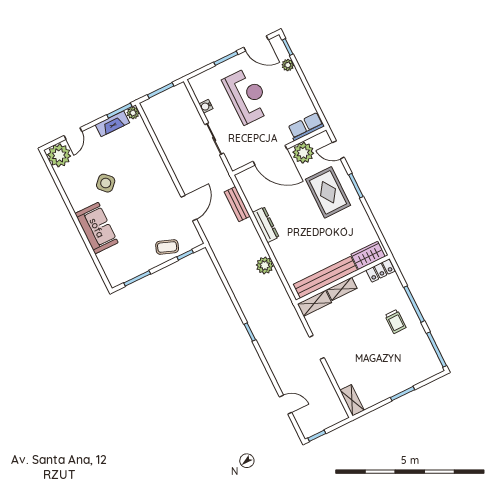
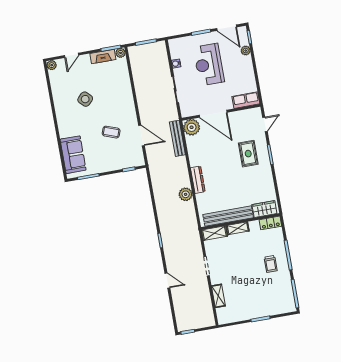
reception desk: (247, 96) -> (209, 65), turned 180
door: (338, 150) -> (265, 124), swing flipped
plant: (303, 153) -> (192, 127), moved
plant: (59, 155) -> (52, 65), width x0.53, depth x0.53
rug: (328, 192) -> (248, 154), width x0.73, depth x0.70
bench: (237, 204) -> (177, 138), width x1.36
door: (189, 208) -> (142, 136), hinge flipped
dresser: (266, 225) -> (198, 180), moved
sofa: (97, 228) -> (73, 155), moved
coffee table: (167, 247) -> (111, 132), moved
shelving: (352, 400) -> (218, 296), moved
door: (286, 405) -> (167, 280), moved

